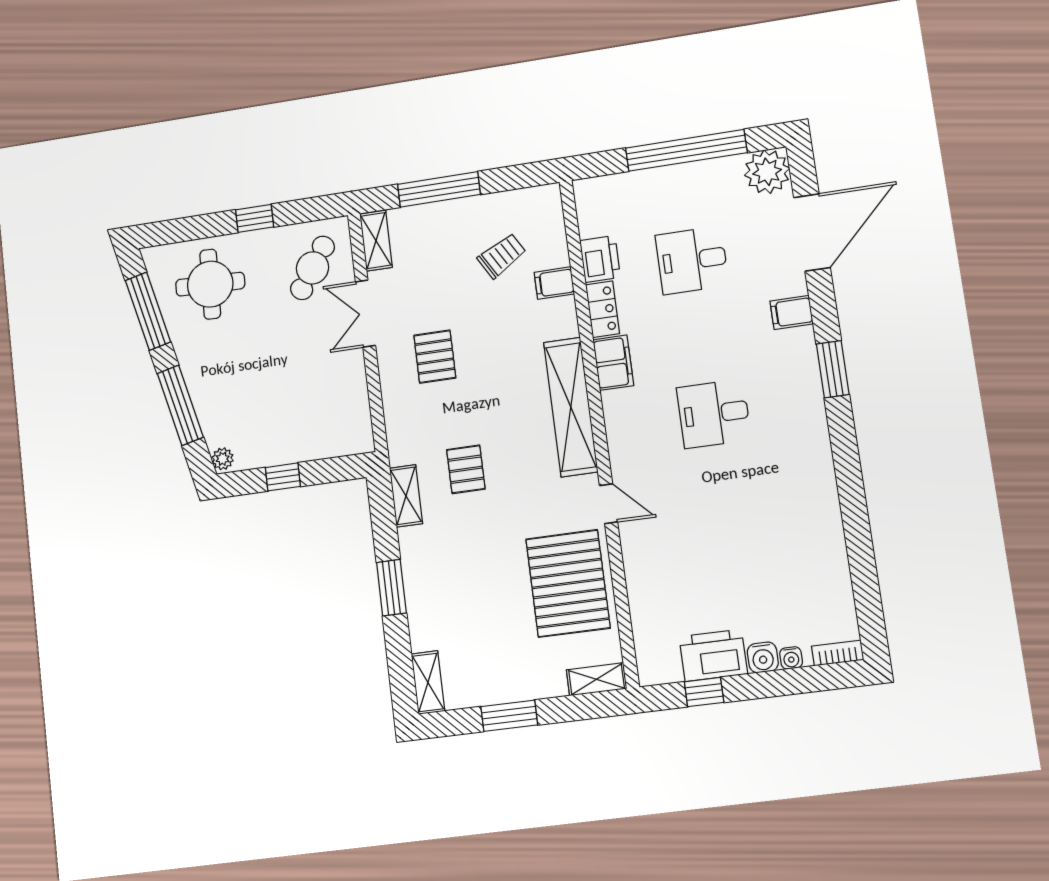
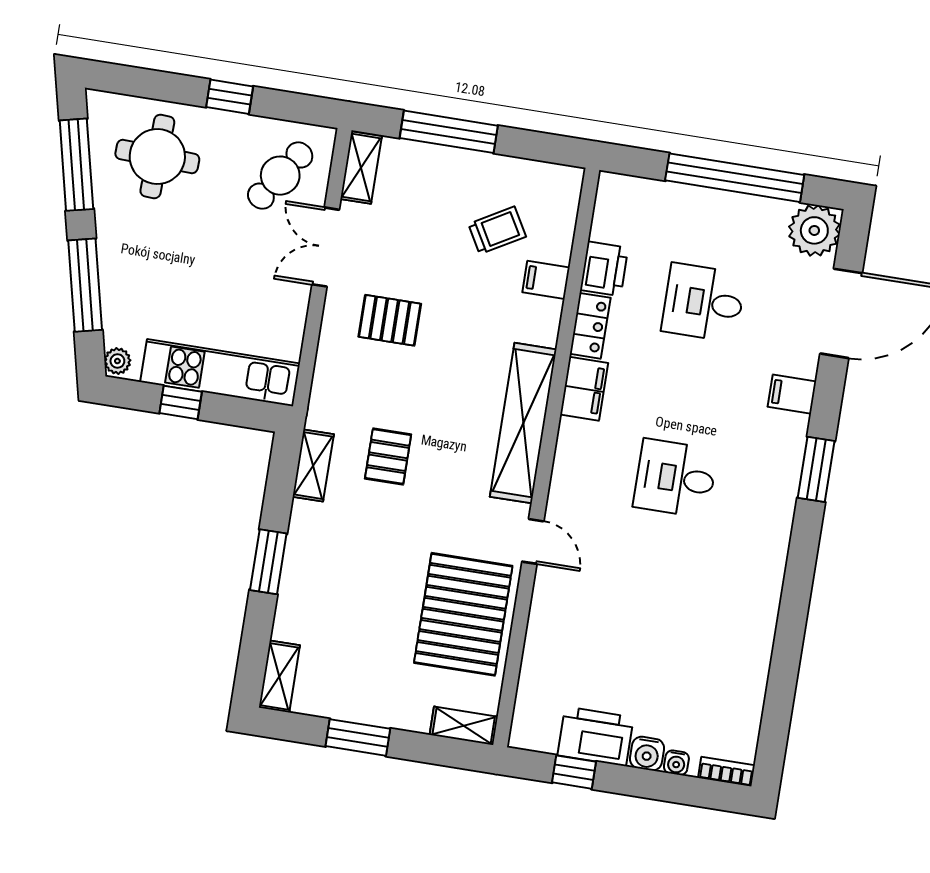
pallet: (435, 357) -> (390, 320), turned 90
kitchen unit: (308, 443) -> (220, 373), added

